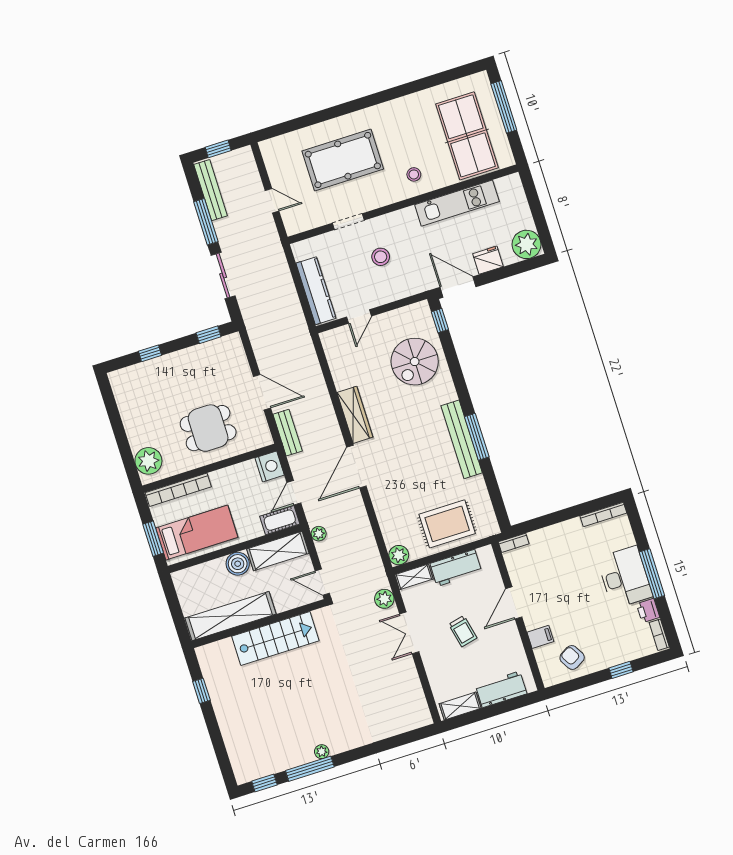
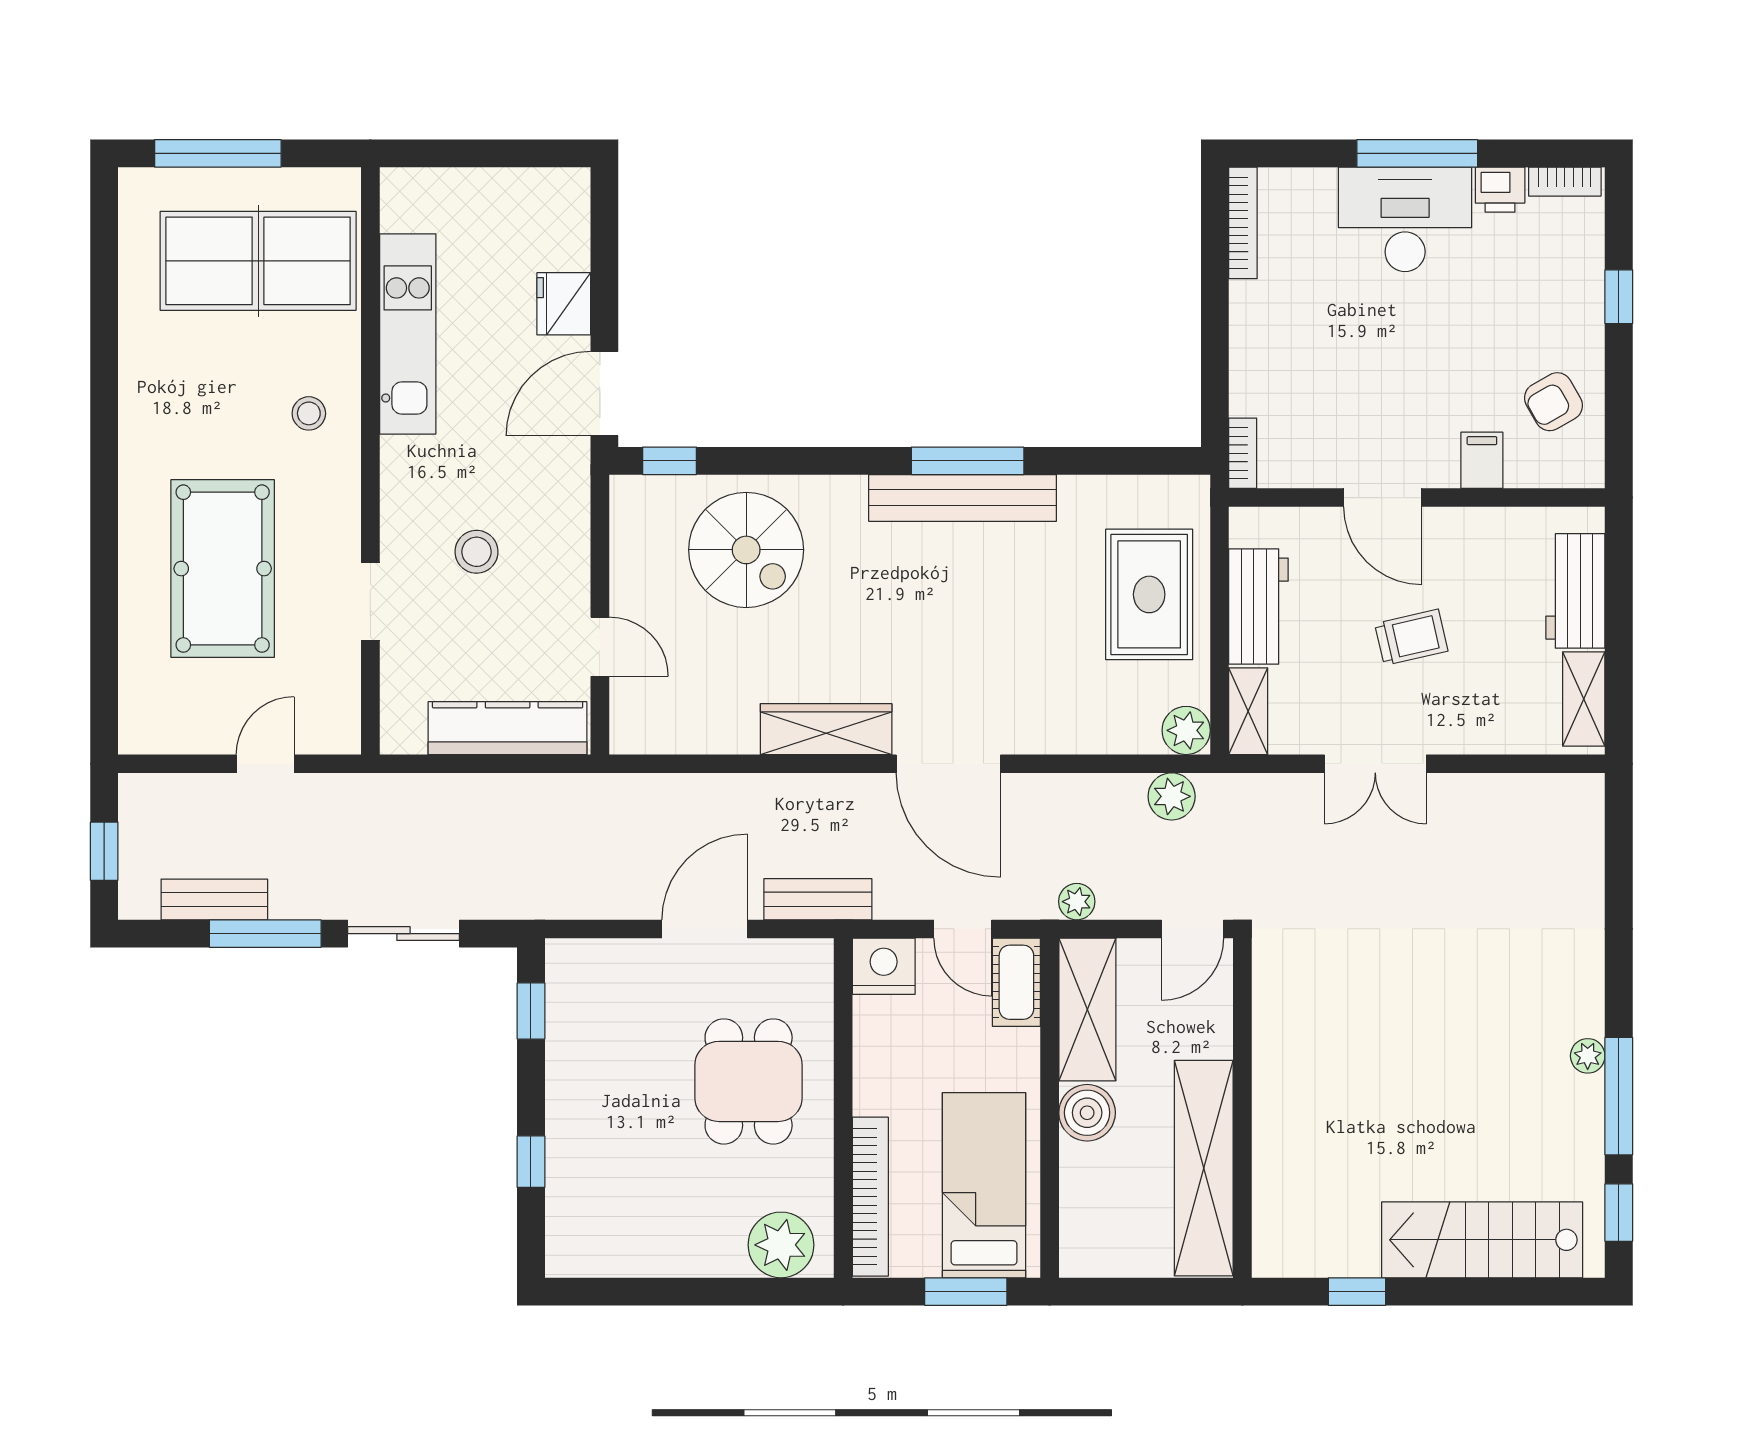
bench: (211, 190) -> (214, 899), width x0.73
plant: (527, 244) -> (556, 202), removed
plant: (384, 599) -> (1172, 796), moved
stairs: (275, 639) -> (1482, 1240), moved, turned -90

